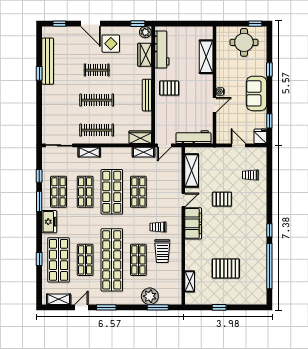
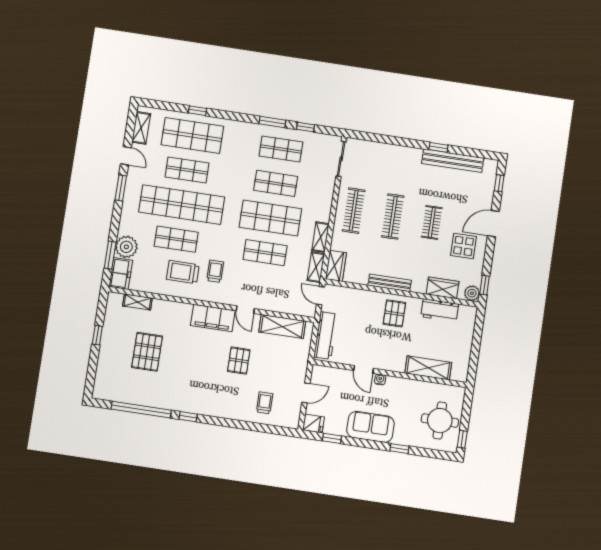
workbench: (162, 49) -> (440, 310), width x0.73
shelving: (89, 152) -> (320, 237), moved
freezer: (49, 222) -> (121, 273), moved, turned -90

